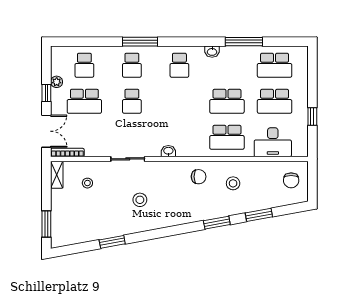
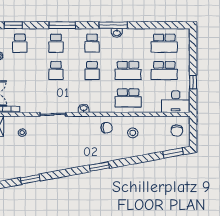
window: (76, 42) -> (13, 25), added
window: (244, 42) -> (113, 25), moved
school desk: (84, 101) -> (92, 71), moved, width x0.54
desk: (273, 142) -> (176, 102), moved
stool: (140, 200) -> (62, 145), removed
window: (259, 215) -> (173, 153), moved
window: (217, 223) -> (99, 167), moved
window: (112, 242) -> (30, 179), moved

